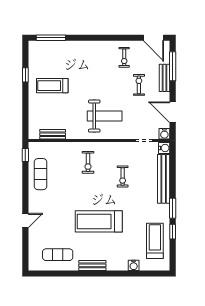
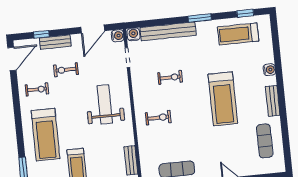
treadmill: (83, 61) -> (46, 135), added
window: (173, 66) -> (41, 34), width x0.46
window: (173, 232) -> (245, 13), moved
water cooler: (134, 265) -> (269, 70), moved

